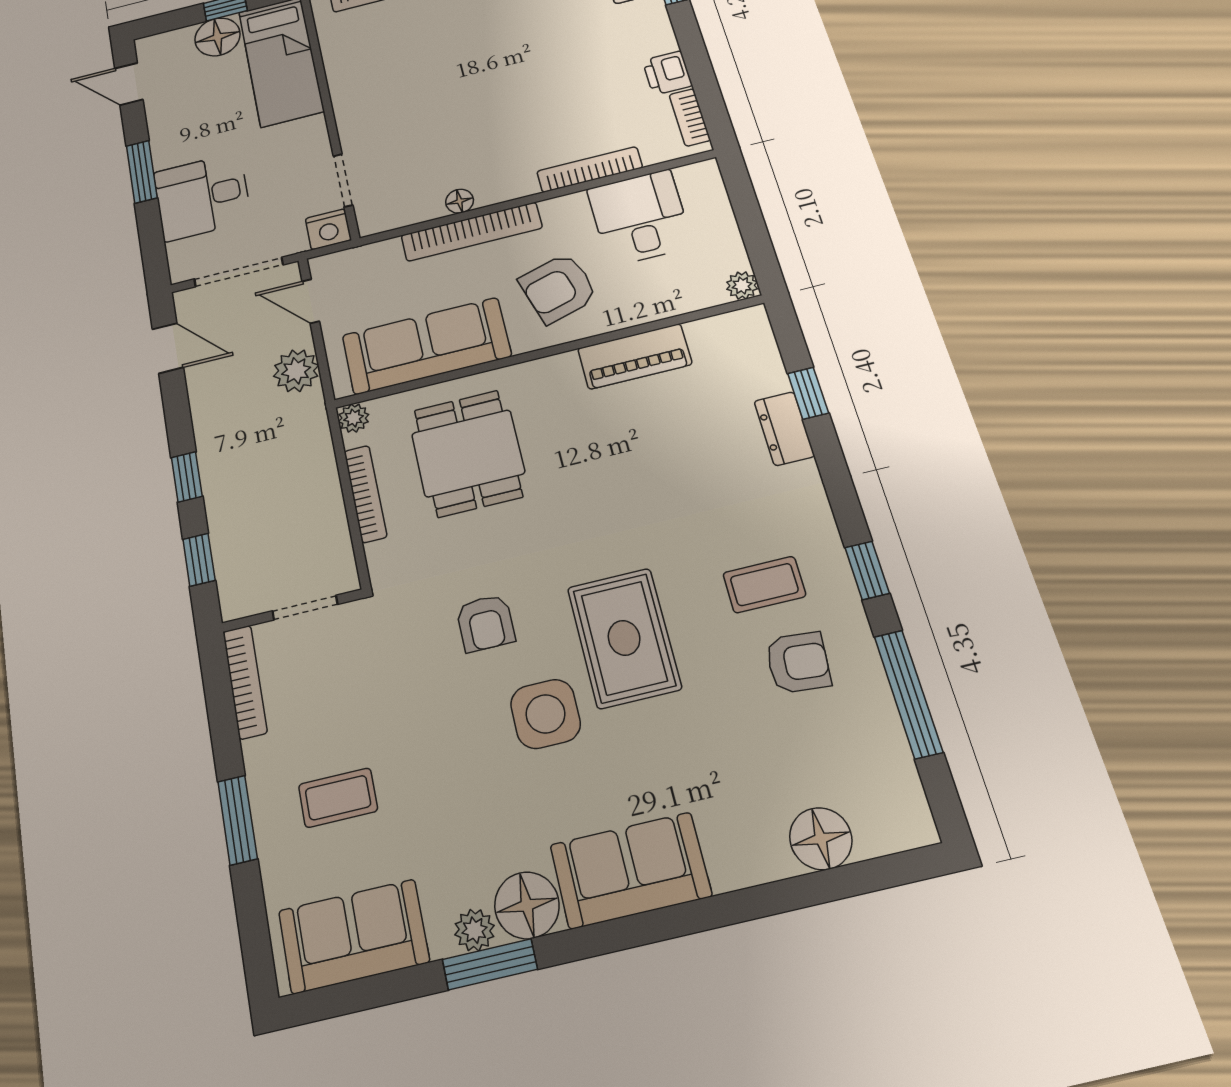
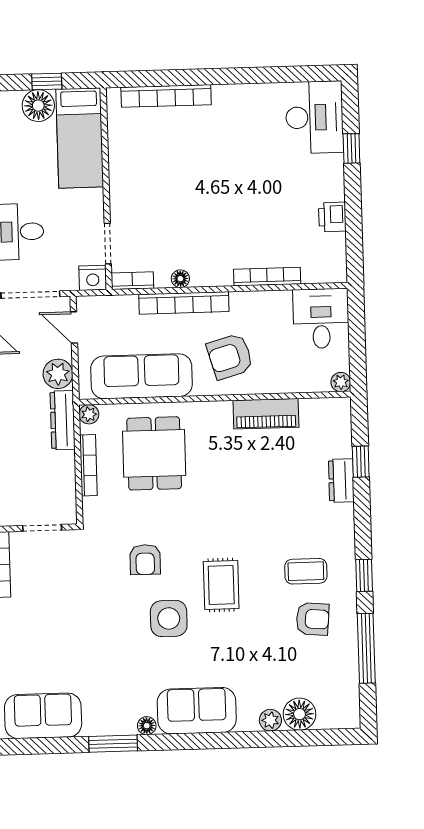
bookcase: (690, 117) -> (132, 281), moved, turned 90
desk: (640, 217) -> (321, 318), moved
dresser: (313, 436) -> (63, 420), added
rug: (624, 638) -> (221, 585), width x0.73, depth x0.70
coffee table: (338, 798) -> (45, 641), removed
floor lamp: (527, 905) -> (147, 726), width x0.53, depth x0.53
plant: (475, 930) -> (270, 720), moved

